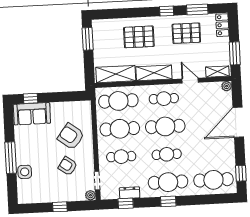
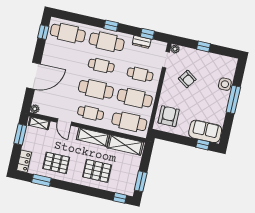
window: (167, 11) -> (120, 198), moved
armchair: (71, 136) -> (169, 116), moved, turned -127

